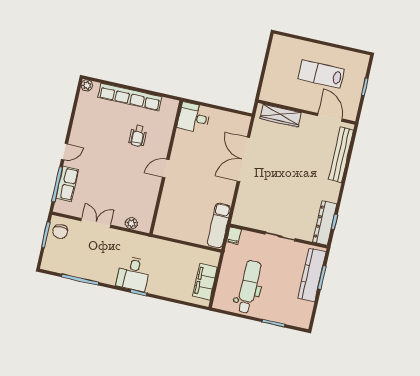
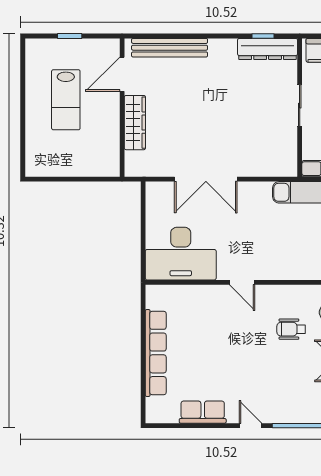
plant: (87, 85) -> (153, 415), removed
wardrobe: (281, 116) -> (135, 123), moved
desk: (194, 118) -> (181, 254), width x1.87, depth x1.30
wheelchair: (138, 136) -> (291, 329), moved, turned 180
row of seats: (67, 184) -> (203, 412), moved

